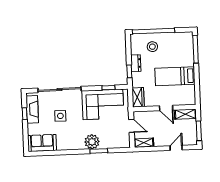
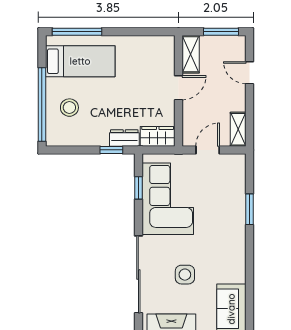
dresser: (136, 63) -> (124, 138), moved
bed: (175, 76) -> (80, 61), moved, turned -90
plant: (92, 142) -> (233, 221), removed

